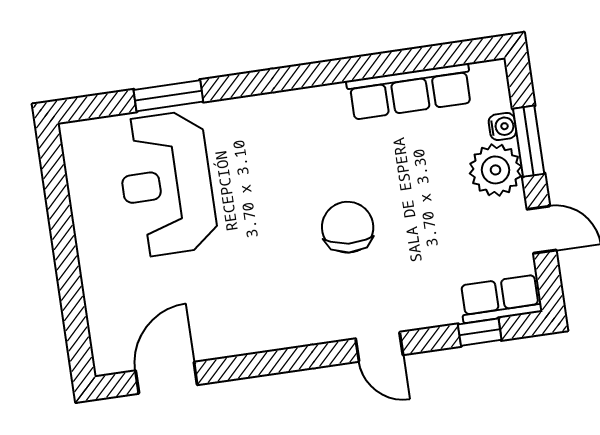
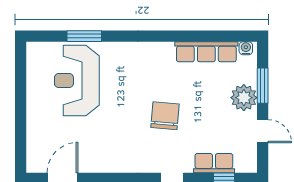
water cooler: (502, 126) -> (246, 48), moved, turned -90
row of seats: (500, 299) -> (214, 163), moved

